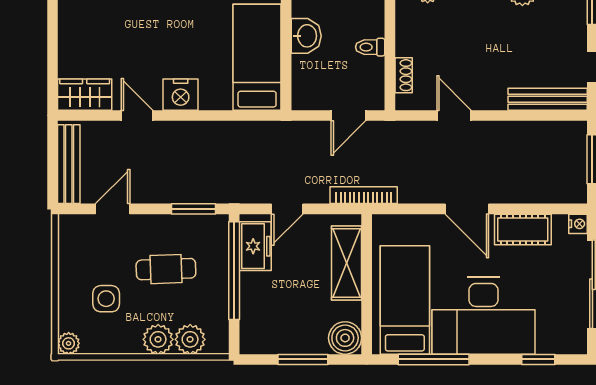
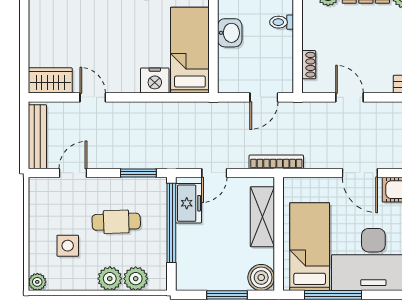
toilet: (370, 47) -> (282, 22), moved
nightstand: (181, 95) -> (155, 80), moved

